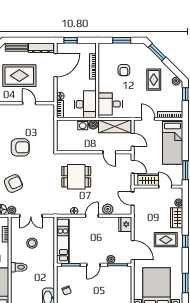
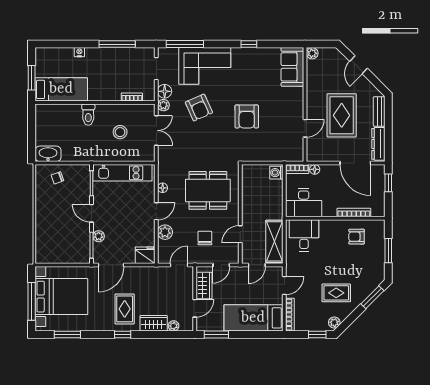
armchair: (124, 70) -> (357, 237), moved
washing machine: (83, 125) -> (276, 173), moved
boiler: (93, 125) -> (277, 213), removed
dining table: (76, 177) -> (208, 190), width x1.38
chair: (112, 179) -> (205, 238), added
double door: (31, 216) -> (156, 130), swing flipped
door: (92, 216) -> (156, 211), hinge flipped

